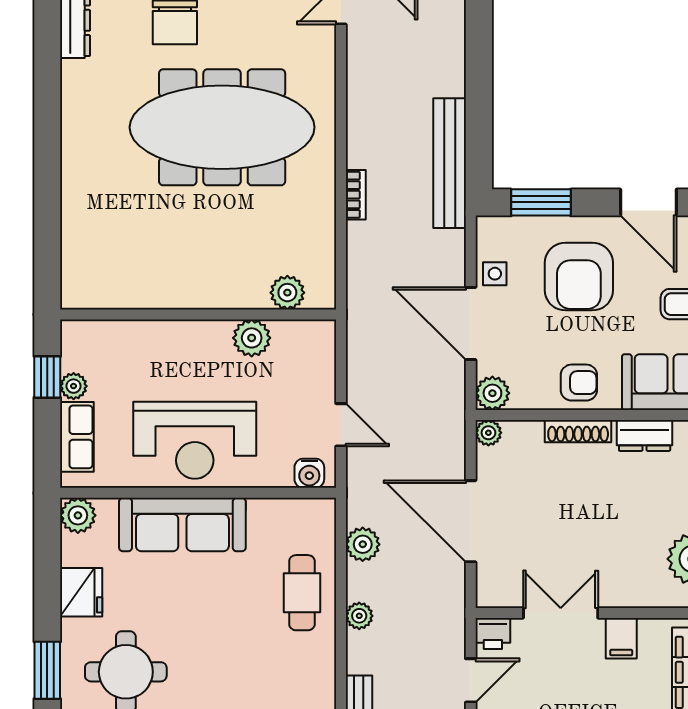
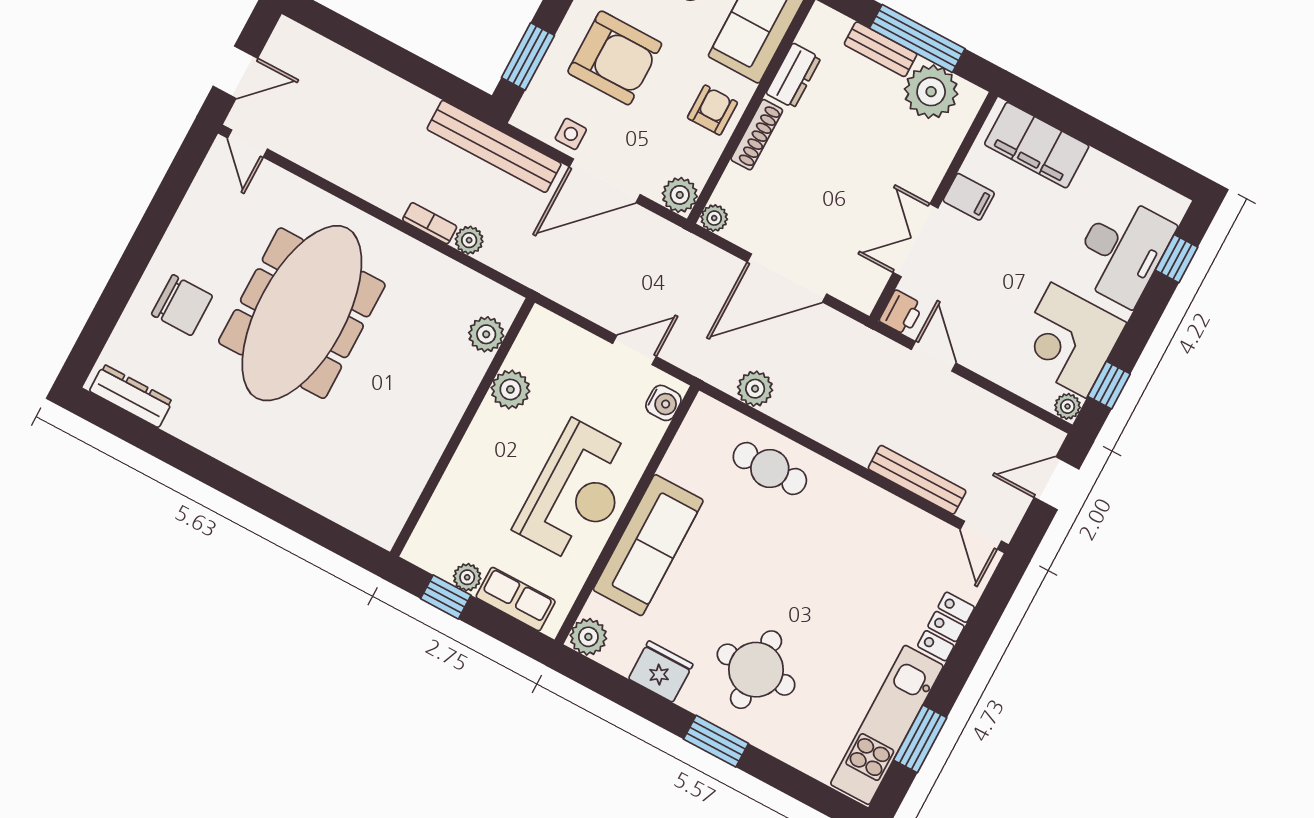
bench: (450, 163) -> (494, 146), moved
plant: (359, 616) -> (469, 240), moved

